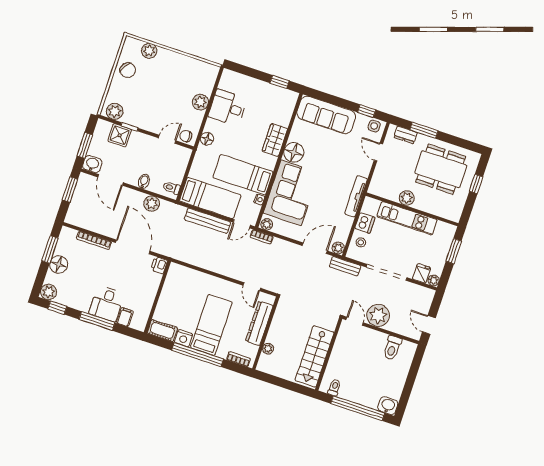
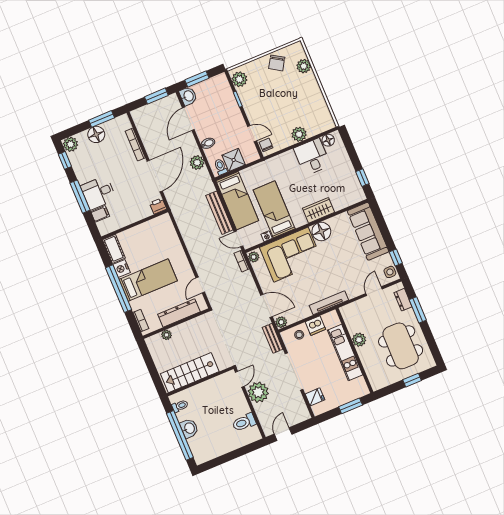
shower: (120, 135) -> (234, 160), moved
floor lamp: (207, 139) -> (328, 140), moved
plant: (434, 280) -> (317, 410), removed
washbasin: (388, 406) -> (189, 428), moved

